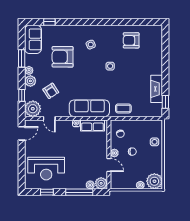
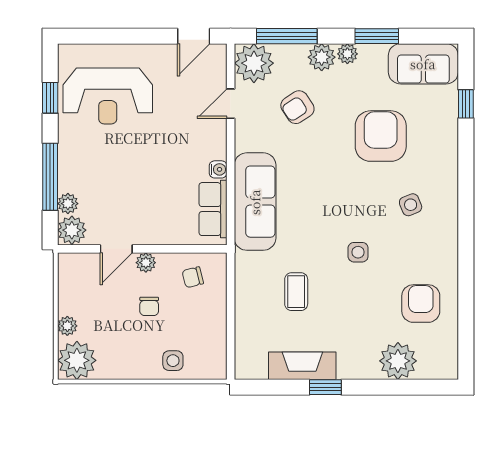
plant: (155, 50) -> (398, 361), added
window: (22, 95) -> (287, 36), width x2.17
window: (165, 102) -> (325, 387), moved
coffee table: (123, 108) -> (296, 292), moved
door: (22, 133) -> (194, 36), hinge flipped
reception desk: (46, 169) -> (108, 96), turned -90

